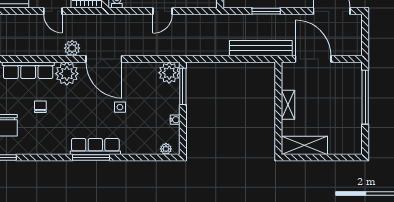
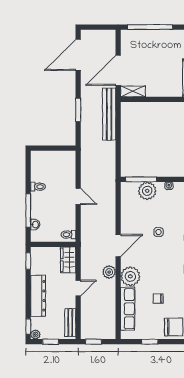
door: (104, 59) -> (118, 245), width x0.73
plant: (169, 73) -> (147, 191), moved
shelving: (288, 105) -> (133, 91), moved

